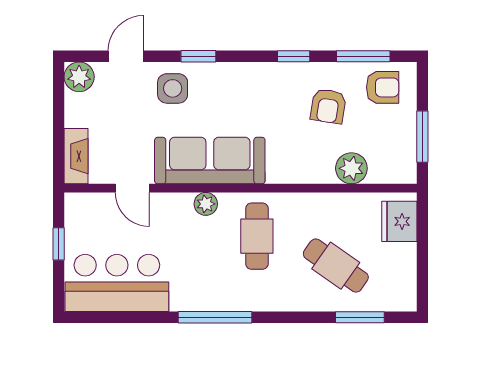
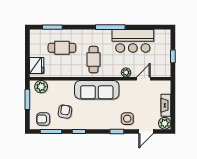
fireplace: (76, 156) -> (166, 105), moved
sofa: (210, 161) -> (97, 90), moved
plant: (351, 168) -> (41, 87), moved
door: (132, 188) -> (143, 79), hinge flipped
plant: (206, 204) -> (126, 72), moved
cafe table: (336, 266) -> (62, 48), turned -35
bar counter: (117, 283) -> (133, 41), moved

